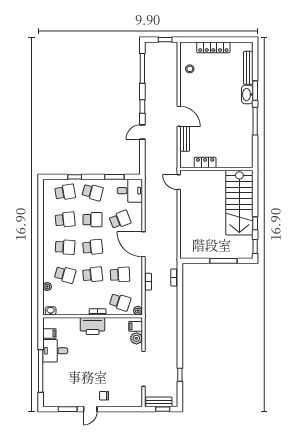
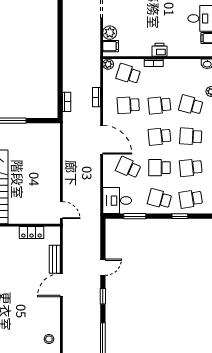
door: (179, 116) -> (61, 285), hinge flipped
school desk: (120, 220) -> (128, 168), turned 45
printer: (93, 326) -> (160, 50), width x0.53, depth x0.68

